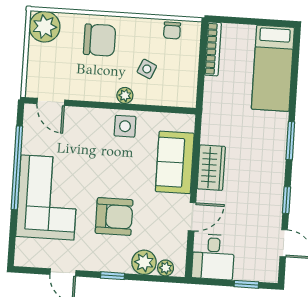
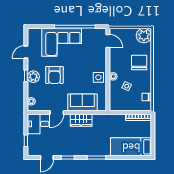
chair: (100, 40) -> (139, 62), turned 180
door: (51, 102) -> (108, 41), swing flipped
door: (192, 217) -> (57, 112), hinge flipped
plant: (144, 262) -> (33, 77), moved

